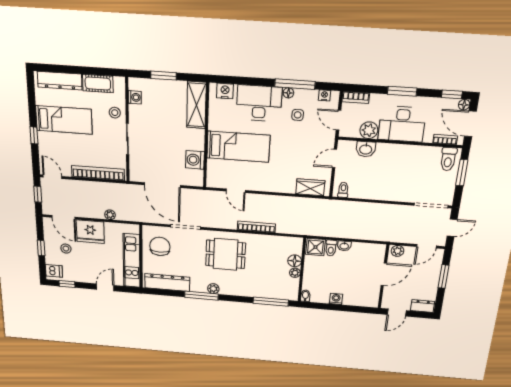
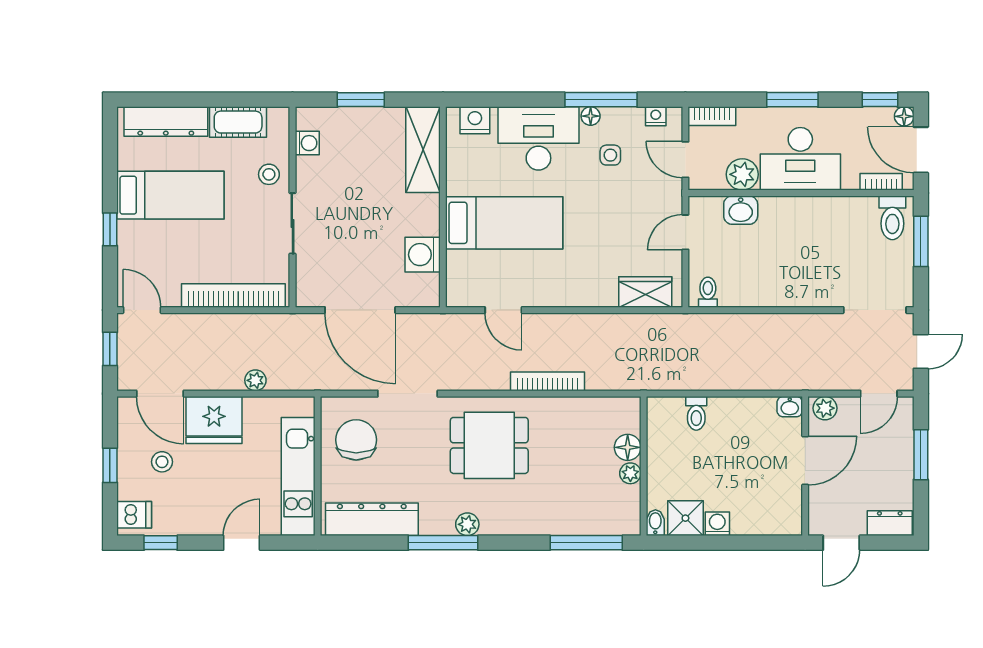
washbasin: (344, 246) -> (790, 407), moved
shower: (315, 247) -> (685, 518), moved

